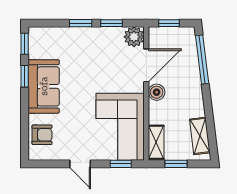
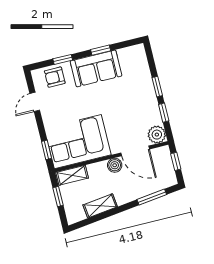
window: (25, 44) -> (63, 59), moved
window: (202, 60) -> (152, 197), width x0.69
armchair: (42, 135) -> (55, 77), turned 90
shelving: (200, 136) -> (100, 206), moved
door: (80, 164) -> (35, 102), moved

